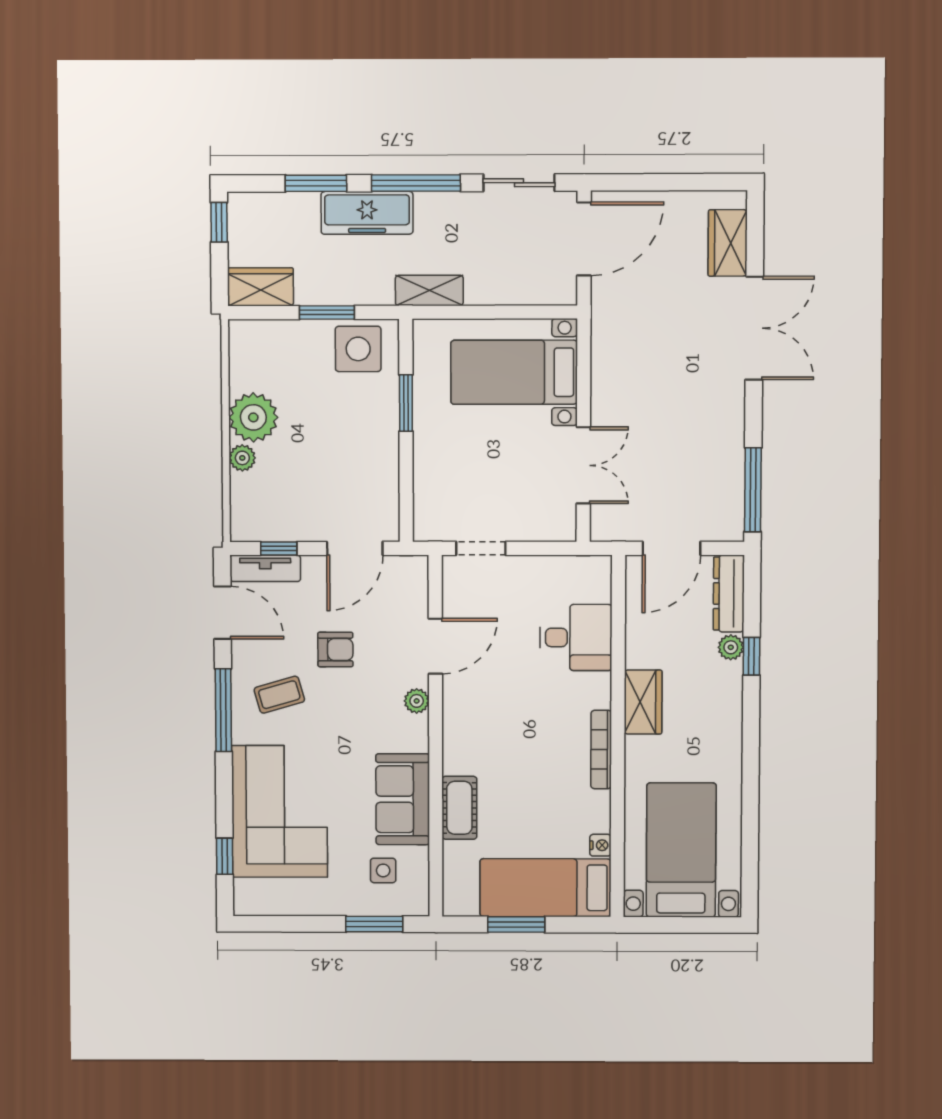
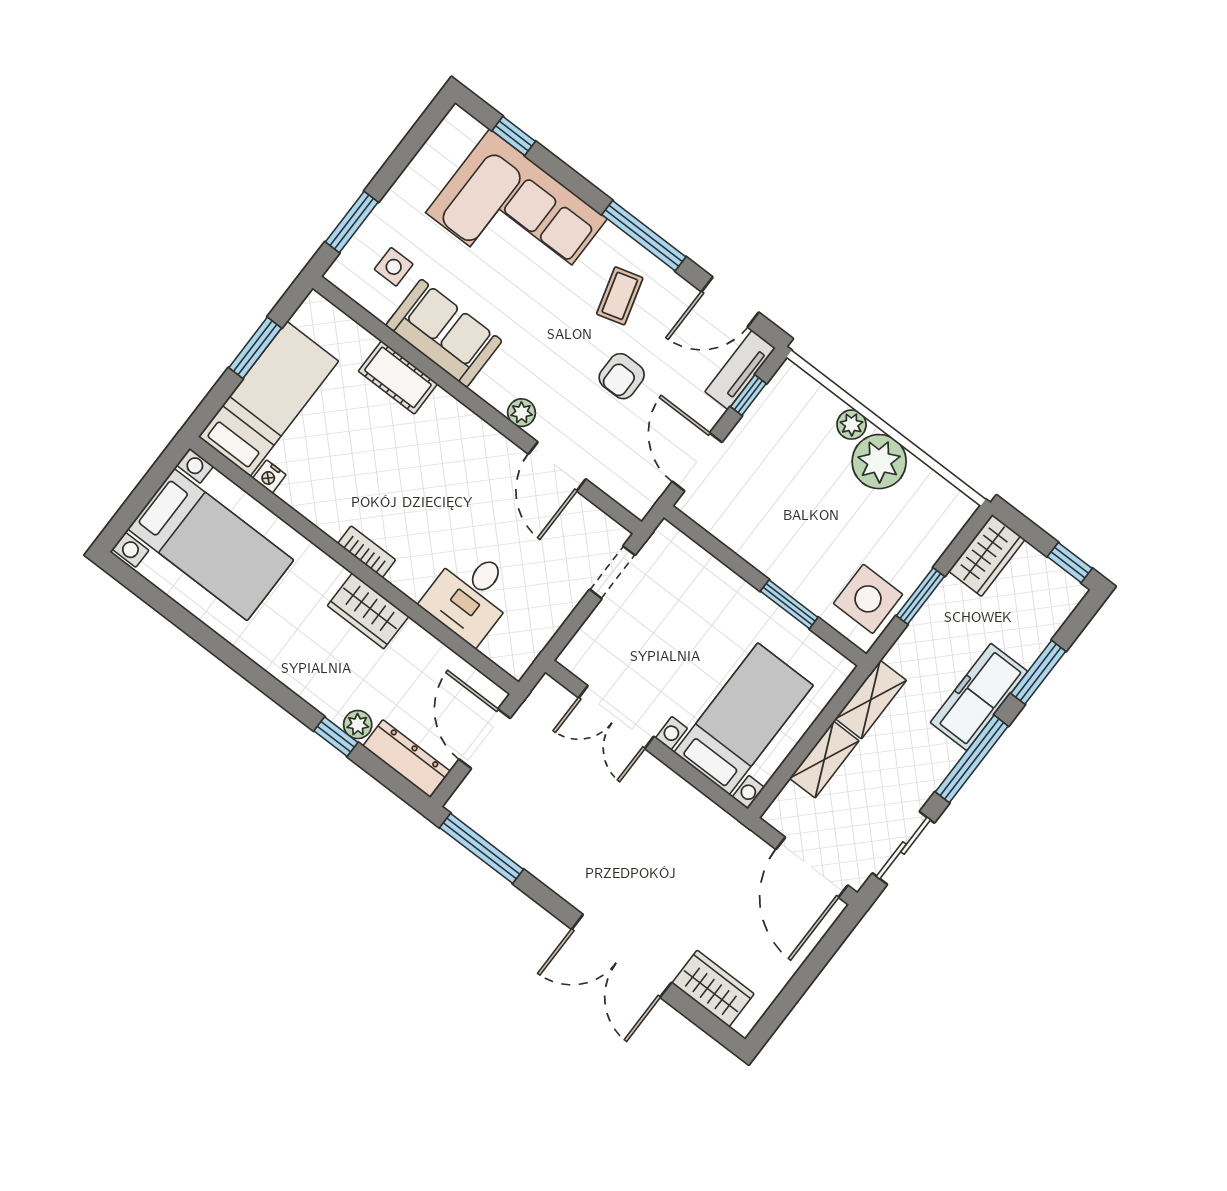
shelving: (499, 291) -> (824, 760), added
bookcase: (601, 750) -> (367, 552), width x0.64

